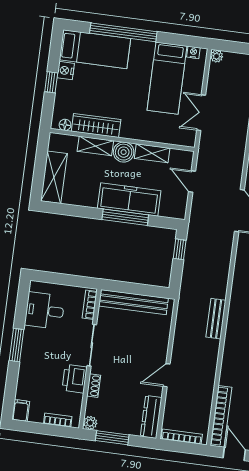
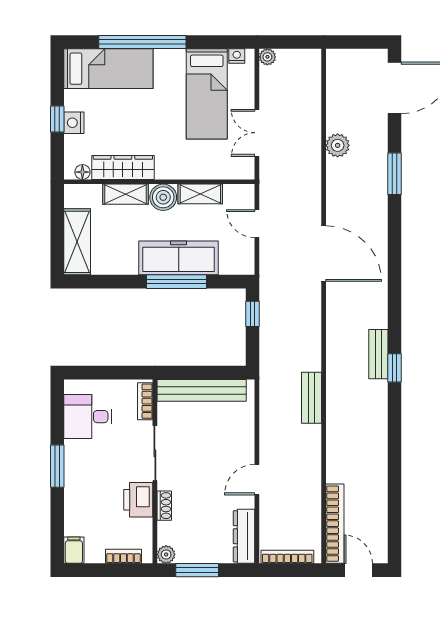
nightstand: (66, 71) -> (74, 123), moved

